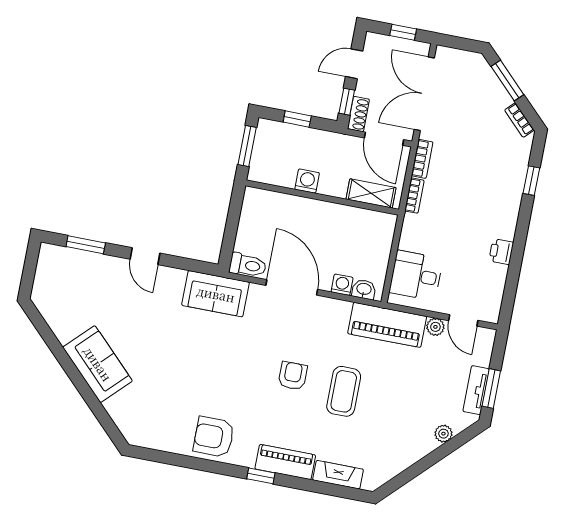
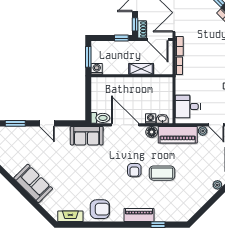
window: (297, 119) -> (121, 38), moved
washing machine: (307, 181) -> (97, 69), moved
shelving: (371, 193) -> (141, 69), moved
floor lamp: (339, 310) -> (152, 132), added
armchair: (293, 376) -> (134, 170), turned 180
coffee table: (344, 391) -> (162, 173), turned 90
armchair: (214, 437) -> (100, 209), turned 180
fireplace: (338, 475) -> (70, 216), moved
window: (261, 476) -> (158, 225), moved

